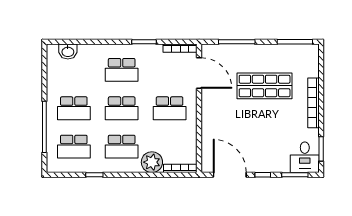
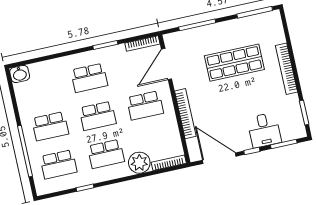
washbasin: (68, 51) -> (20, 74), moved
door: (199, 73) -> (167, 64), swing flipped
bookcase: (207, 125) -> (185, 114), added
desk: (305, 157) -> (264, 130), moved

